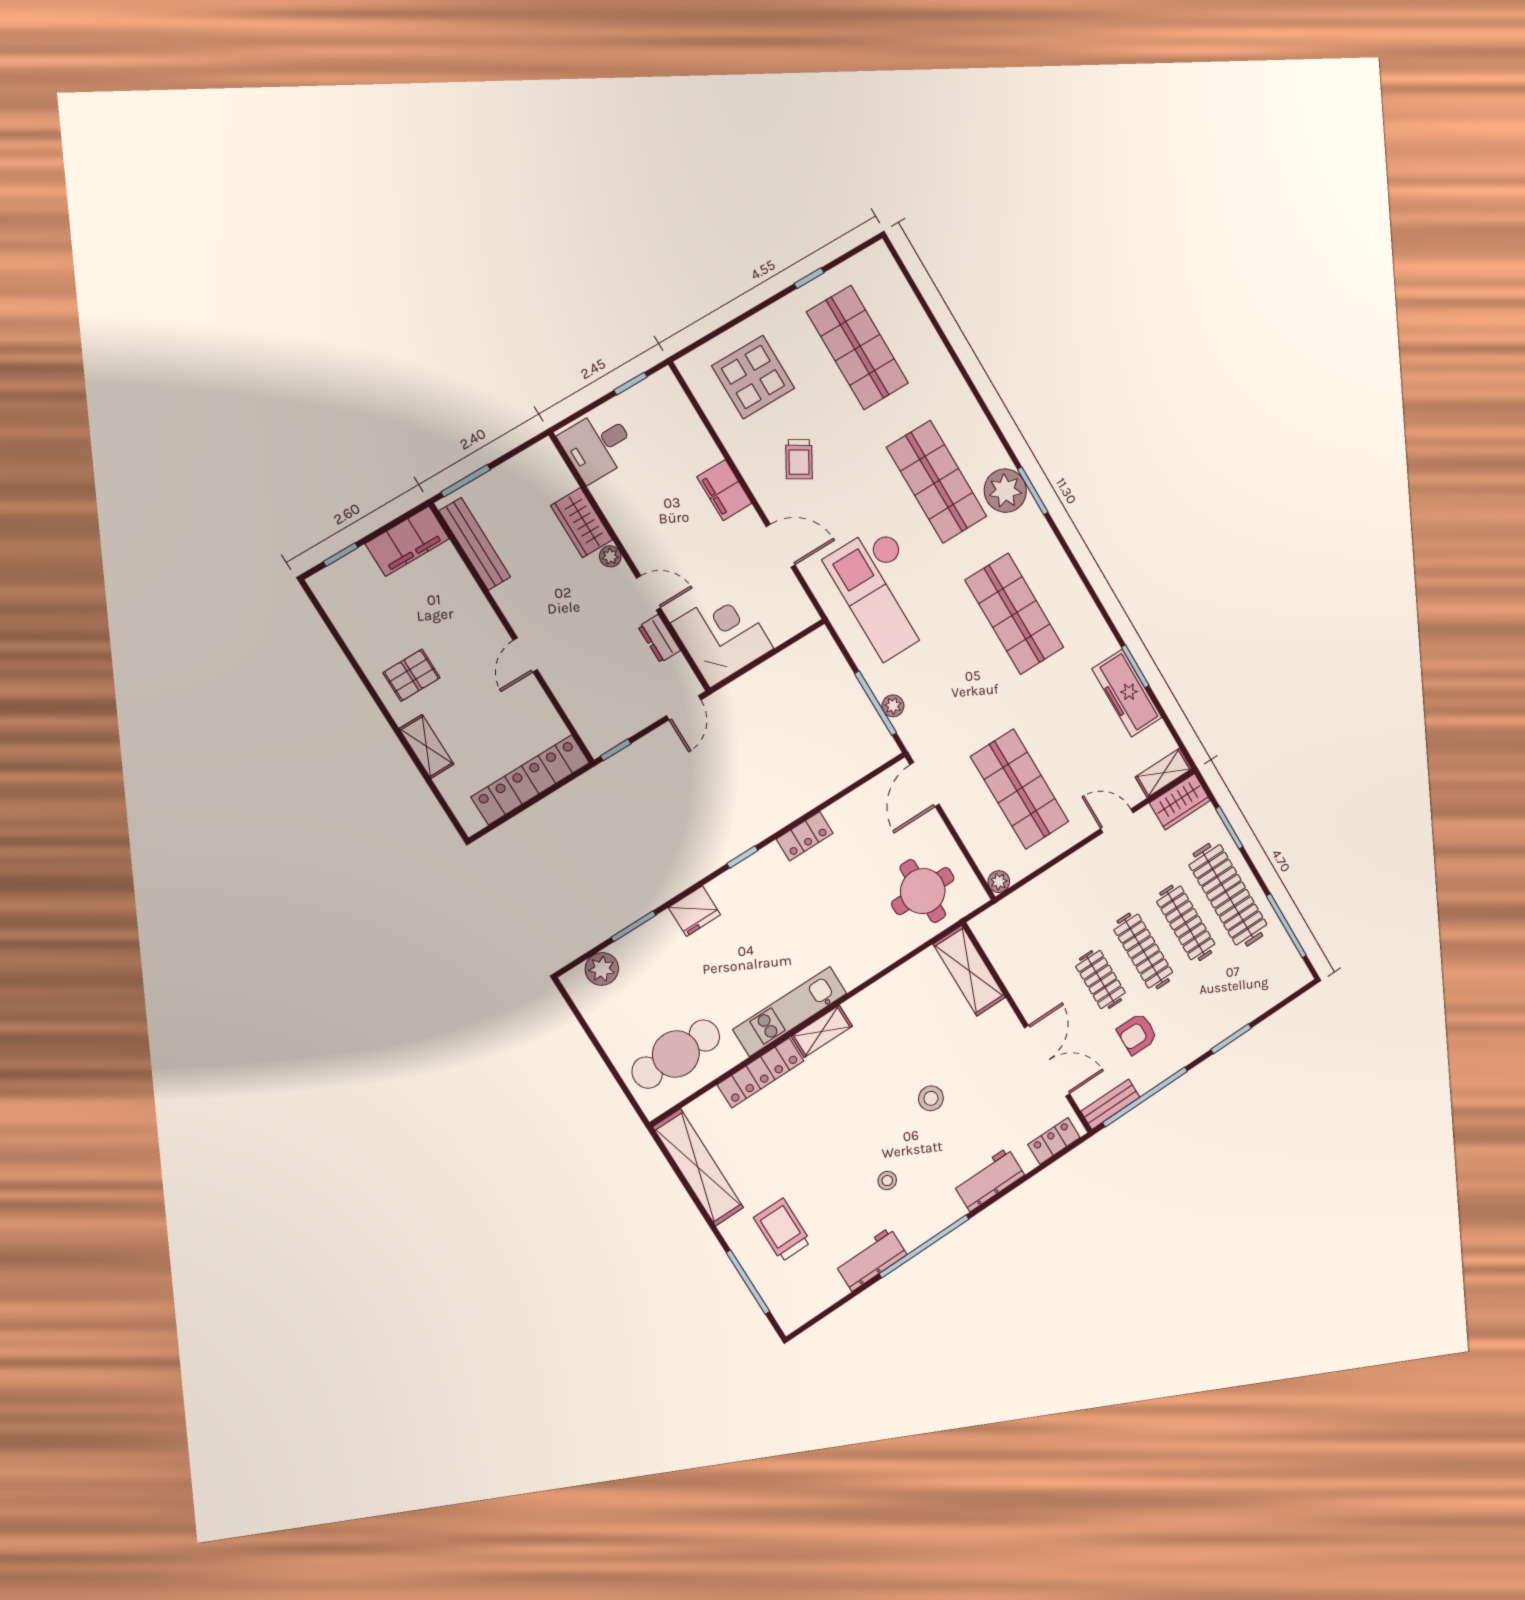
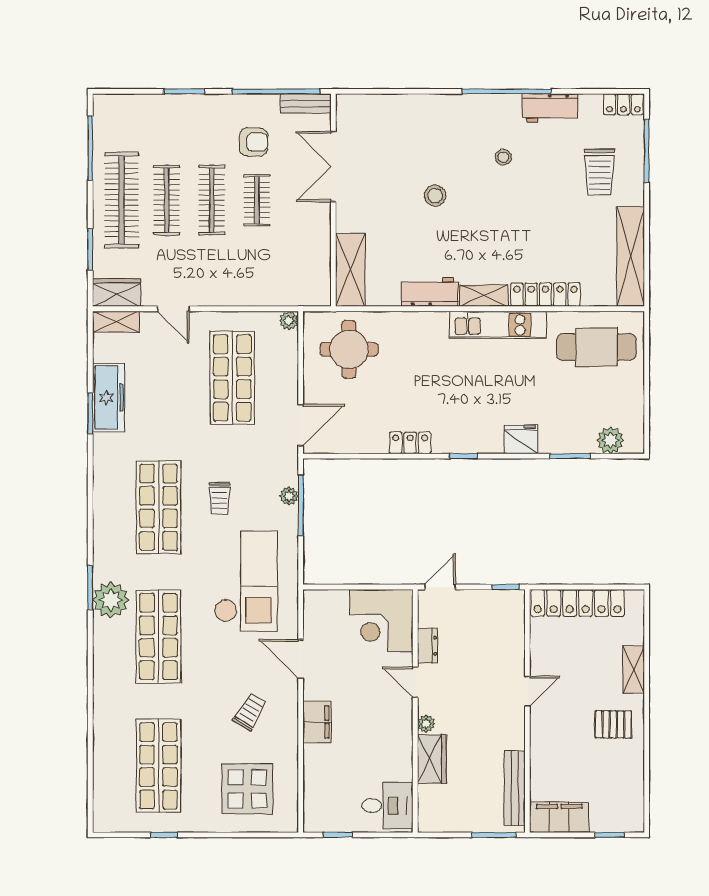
trolley: (960, 660) -> (219, 498), added
locker: (1054, 1141) -> (623, 104), moved
workbench: (989, 1179) -> (430, 292), moved, turned 180

